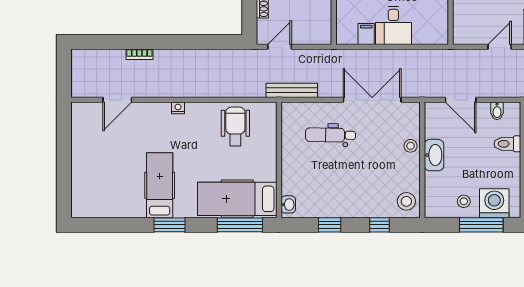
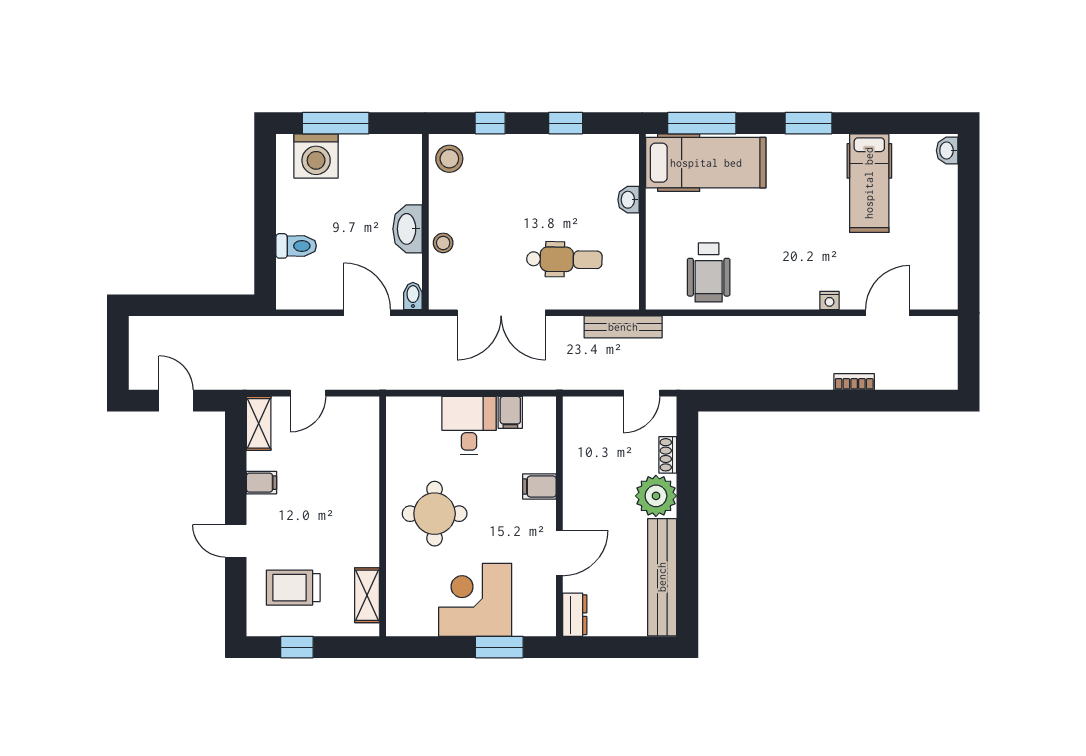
nightstand: (178, 108) -> (829, 300), moved
bidet: (497, 111) -> (413, 296), moved
hospital bed: (160, 185) -> (869, 183), moved
stool: (464, 201) -> (362, 159), removed
washbasin: (288, 204) -> (628, 200), moved
washbasin: (78, 207) -> (947, 151), added

